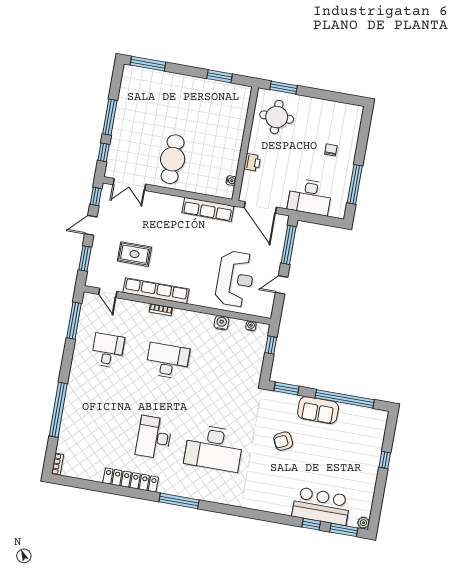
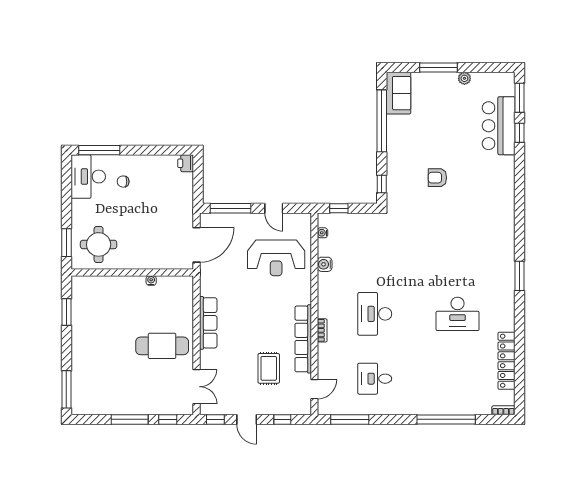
printer: (252, 162) -> (186, 163), moved, turned -90
water cooler: (231, 181) -> (151, 281), moved
window: (355, 184) -> (99, 150), moved
desk: (310, 197) -> (88, 177), moved, turned 180
row of seats: (208, 209) -> (208, 323), moved
window: (85, 258) -> (282, 419), width x0.67
reception desk: (235, 279) -> (276, 258), turned 180
window: (286, 389) -> (382, 184), width x0.67
sofa: (318, 410) -> (398, 93), moved
armchair: (283, 441) -> (437, 178), turned 116
desk: (214, 448) -> (458, 249), removed
window: (385, 460) -> (438, 67), width x2.17
locker: (131, 480) -> (507, 361), moved
window: (179, 501) -> (519, 276), width x0.69
plant: (363, 523) -> (464, 78), moved

